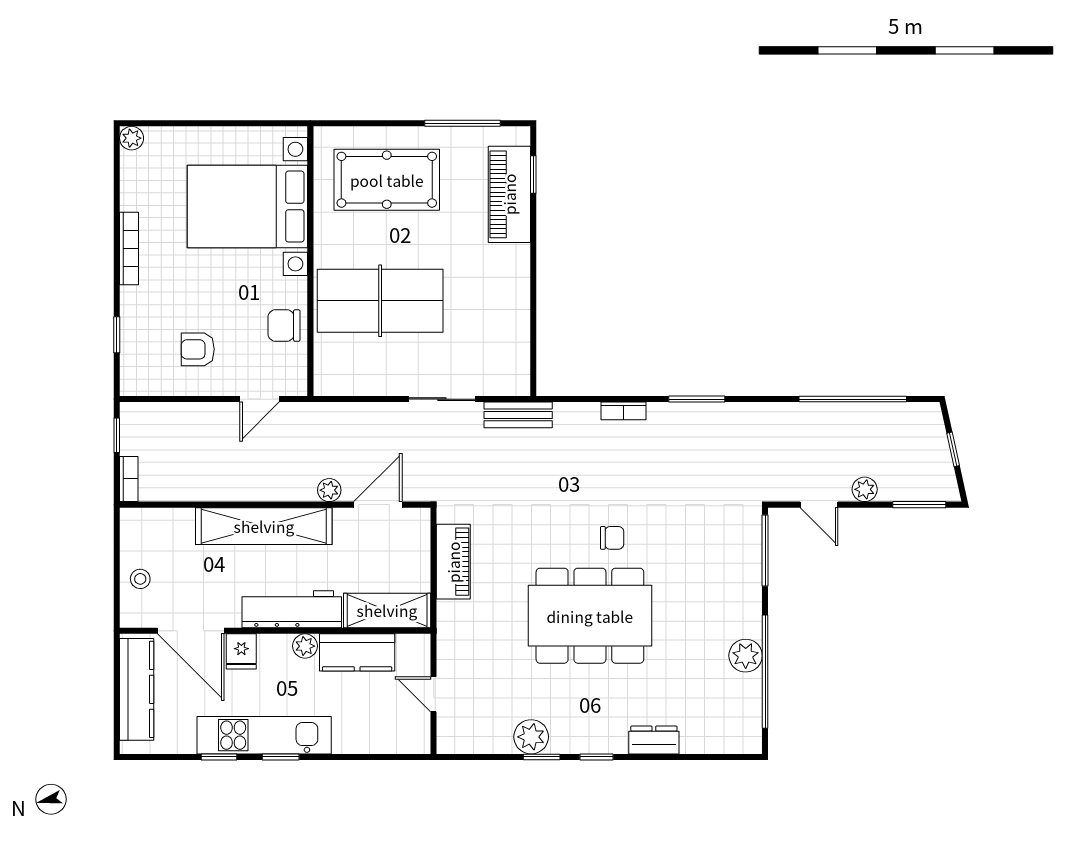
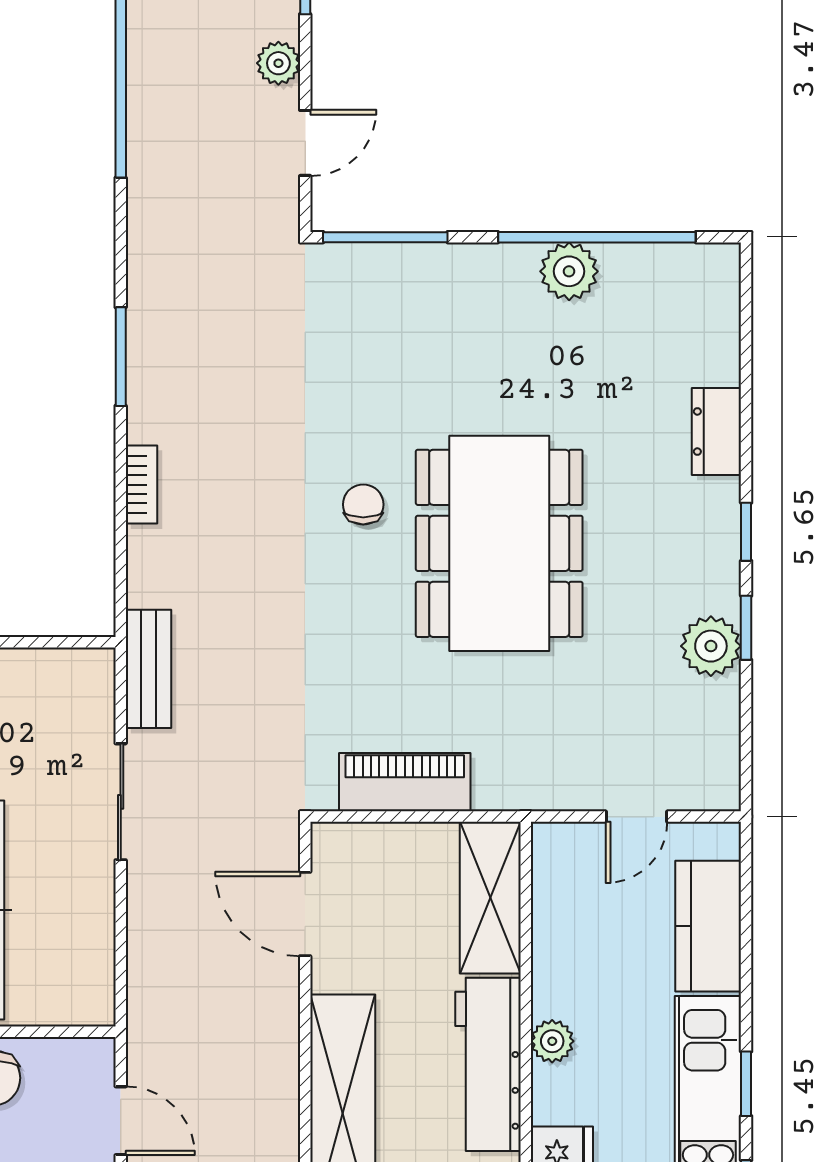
plant: (329, 490) -> (280, 999), removed
kitchen counter: (357, 652) -> (708, 926), moved, turned 180

